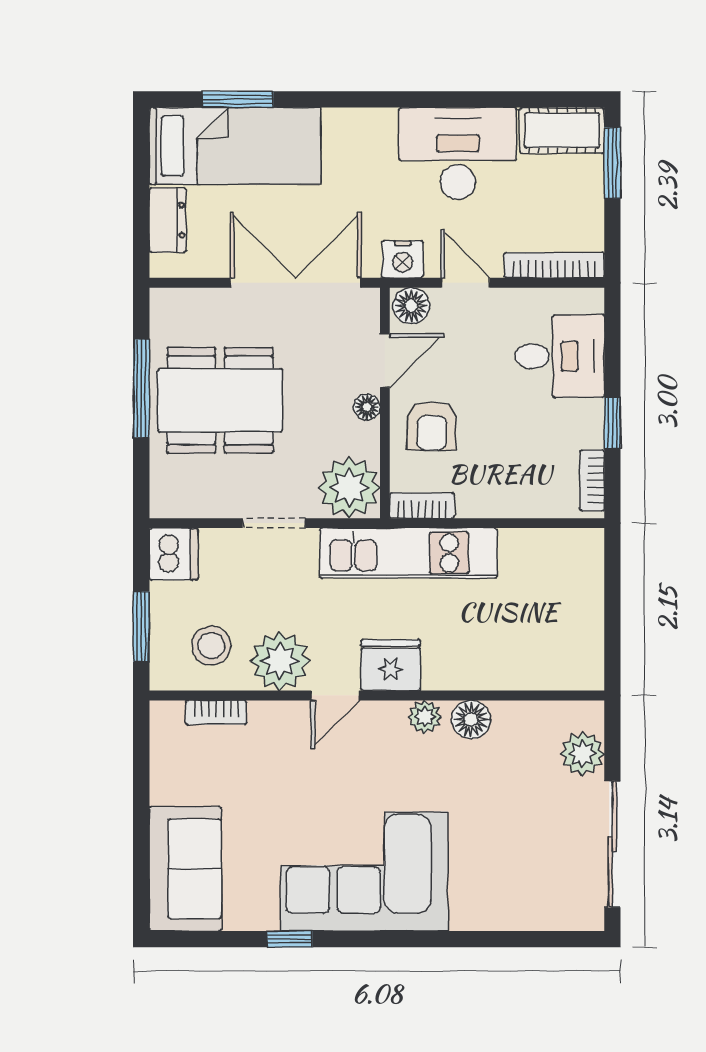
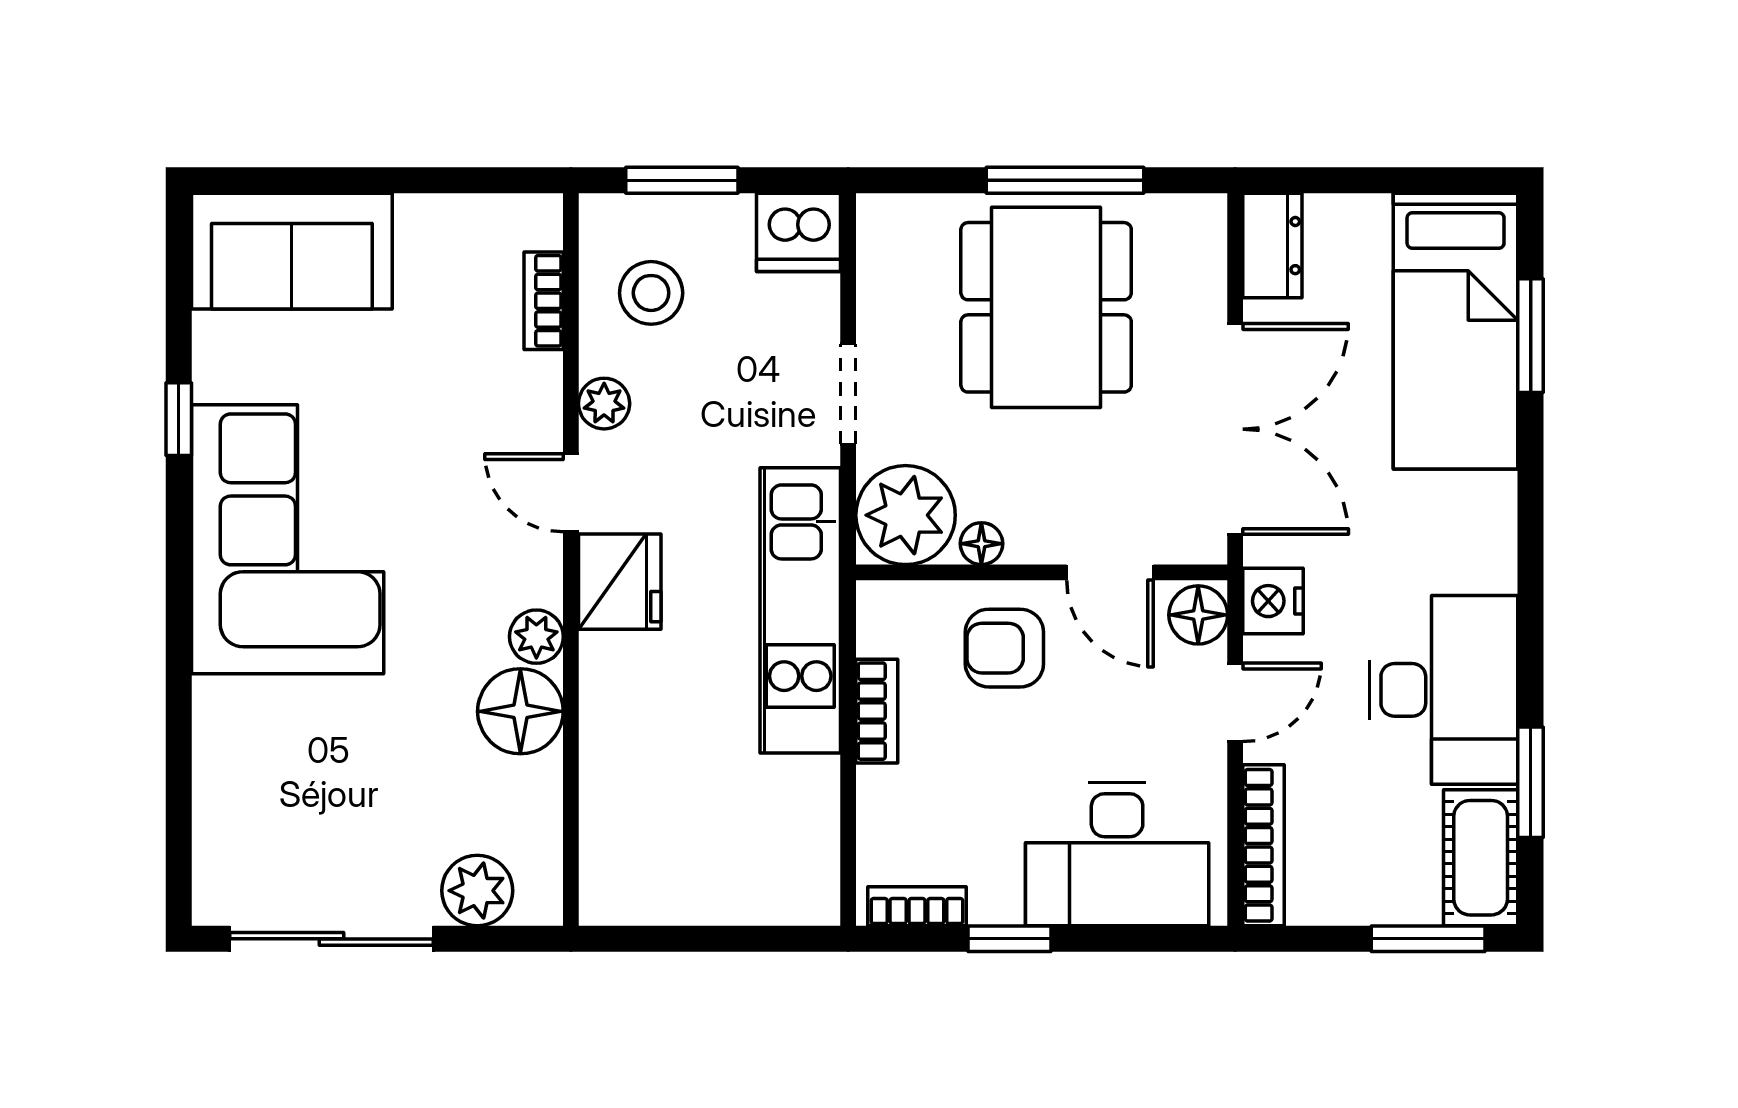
window: (515, 99) -> (1531, 782), added
dresser: (168, 220) -> (1272, 246), moved, turned -90
desk: (560, 356) -> (1117, 854), width x1.37
floor lamp: (367, 407) -> (981, 544), moved
bookcase: (422, 505) -> (877, 711), moved
plant: (280, 661) -> (604, 404), width x0.53, depth x0.53
floor lamp: (471, 720) -> (520, 711), width x1.38, depth x1.38

